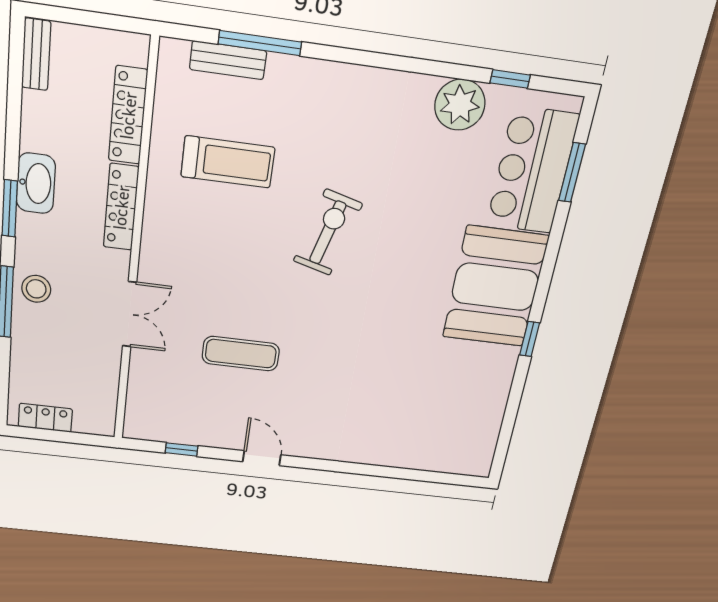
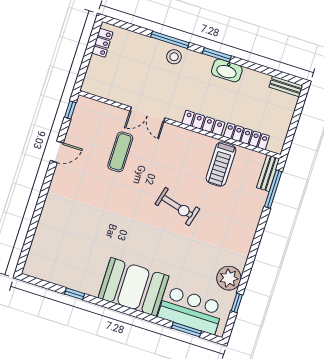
locker: (128, 115) -> (246, 136), moved
locker: (121, 207) -> (203, 123), moved
wall: (135, 252) -> (180, 125), moved
double door: (130, 314) -> (147, 114), moved
window: (530, 339) -> (74, 294), moved

